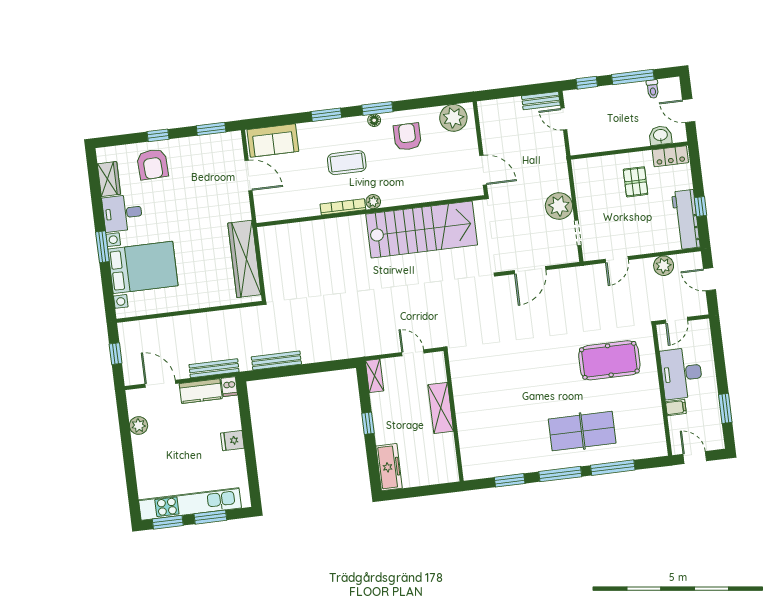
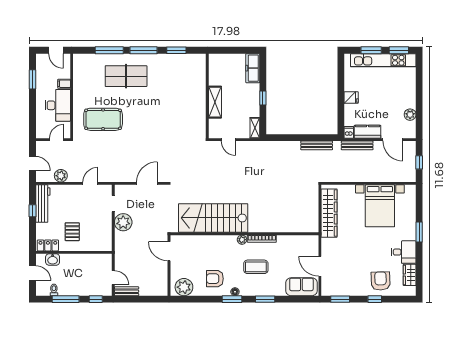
armchair: (407, 137) -> (215, 279), turned 90
bed with nightstands: (143, 267) -> (380, 206), moved, turned -90

